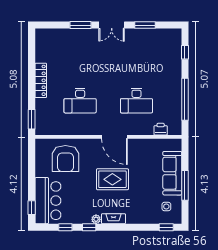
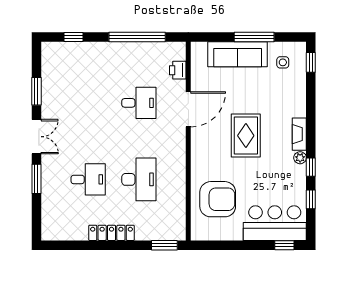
desk: (80, 63) -> (88, 179), added
desk: (136, 101) -> (139, 103), width x0.73
door: (114, 137) -> (188, 109), moved

